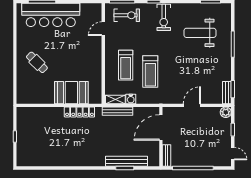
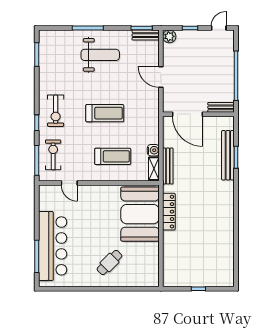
exercise bike: (164, 17) -> (56, 111), turned 90
weight bench: (200, 33) -> (100, 55), moved, turned -90
treadmill: (150, 72) -> (105, 113), moved
booth: (71, 93) -> (140, 214), width x1.36, depth x1.42

